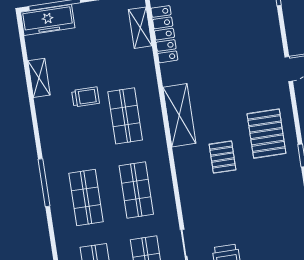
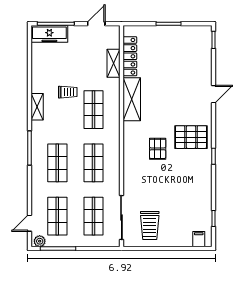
shelving: (140, 28) -> (114, 63), moved
shelving: (39, 78) -> (37, 107), moved
shelving: (179, 115) -> (132, 99), moved
pallet: (266, 134) -> (191, 137), turned 90

